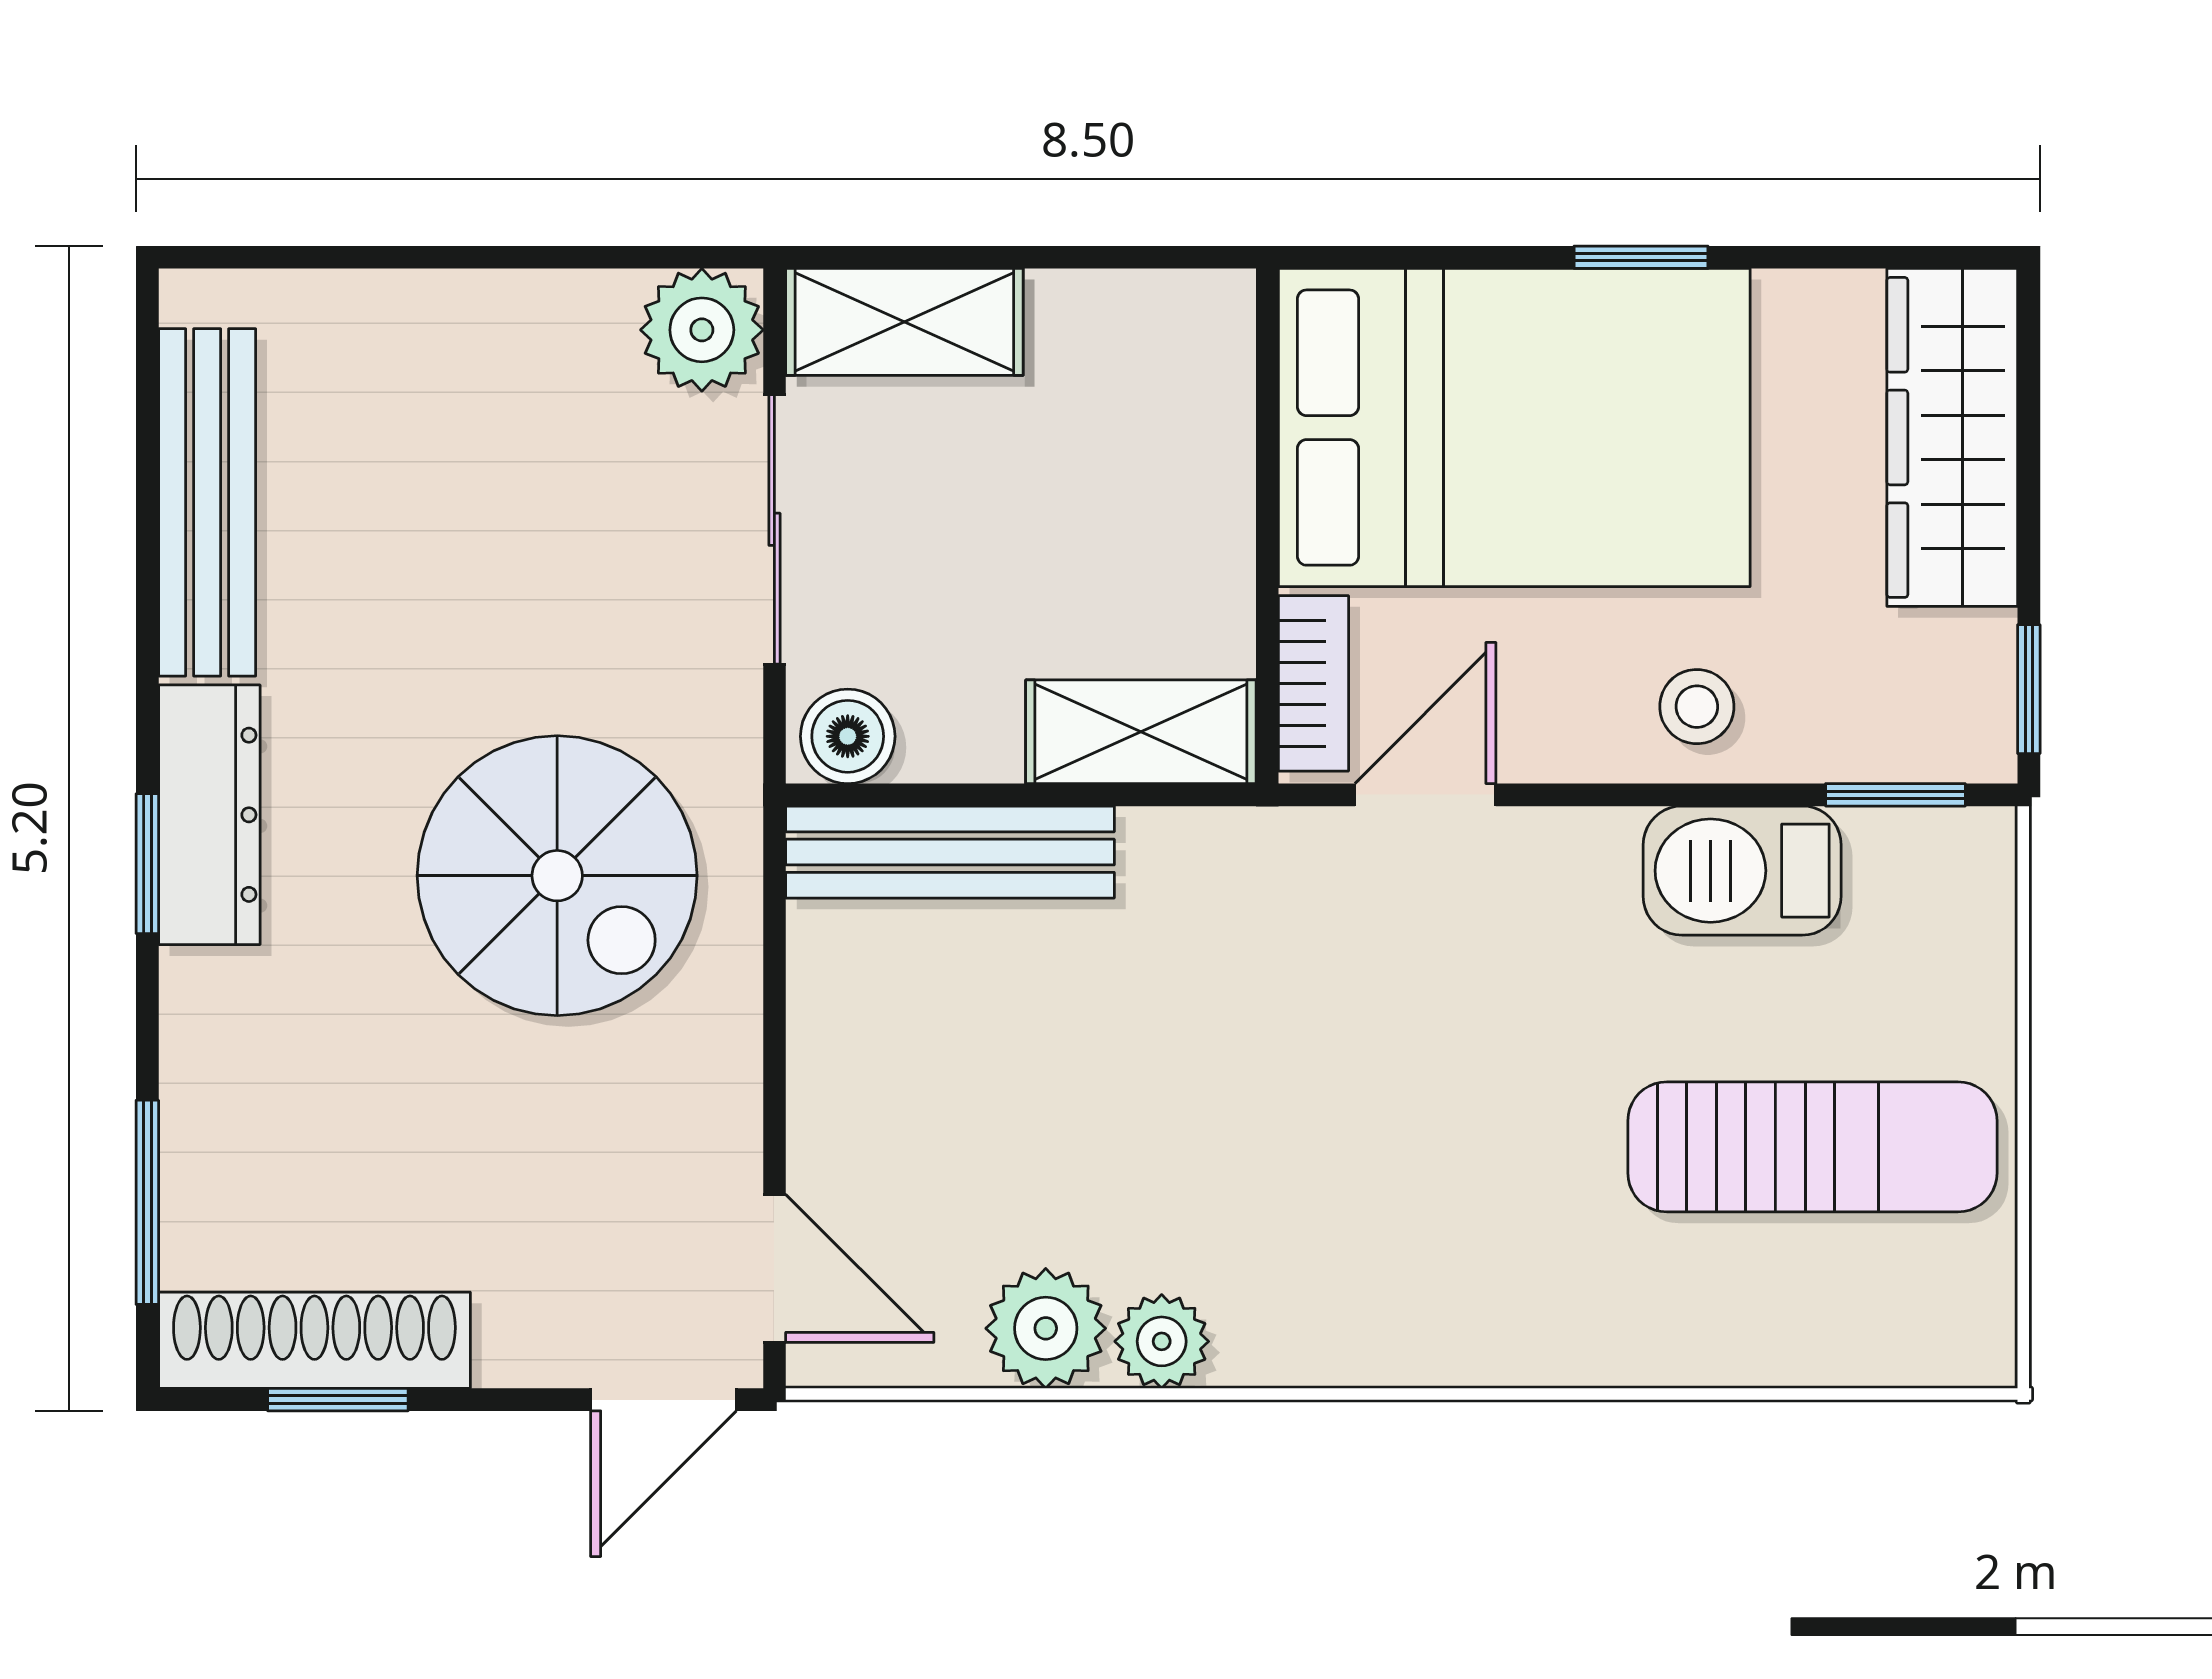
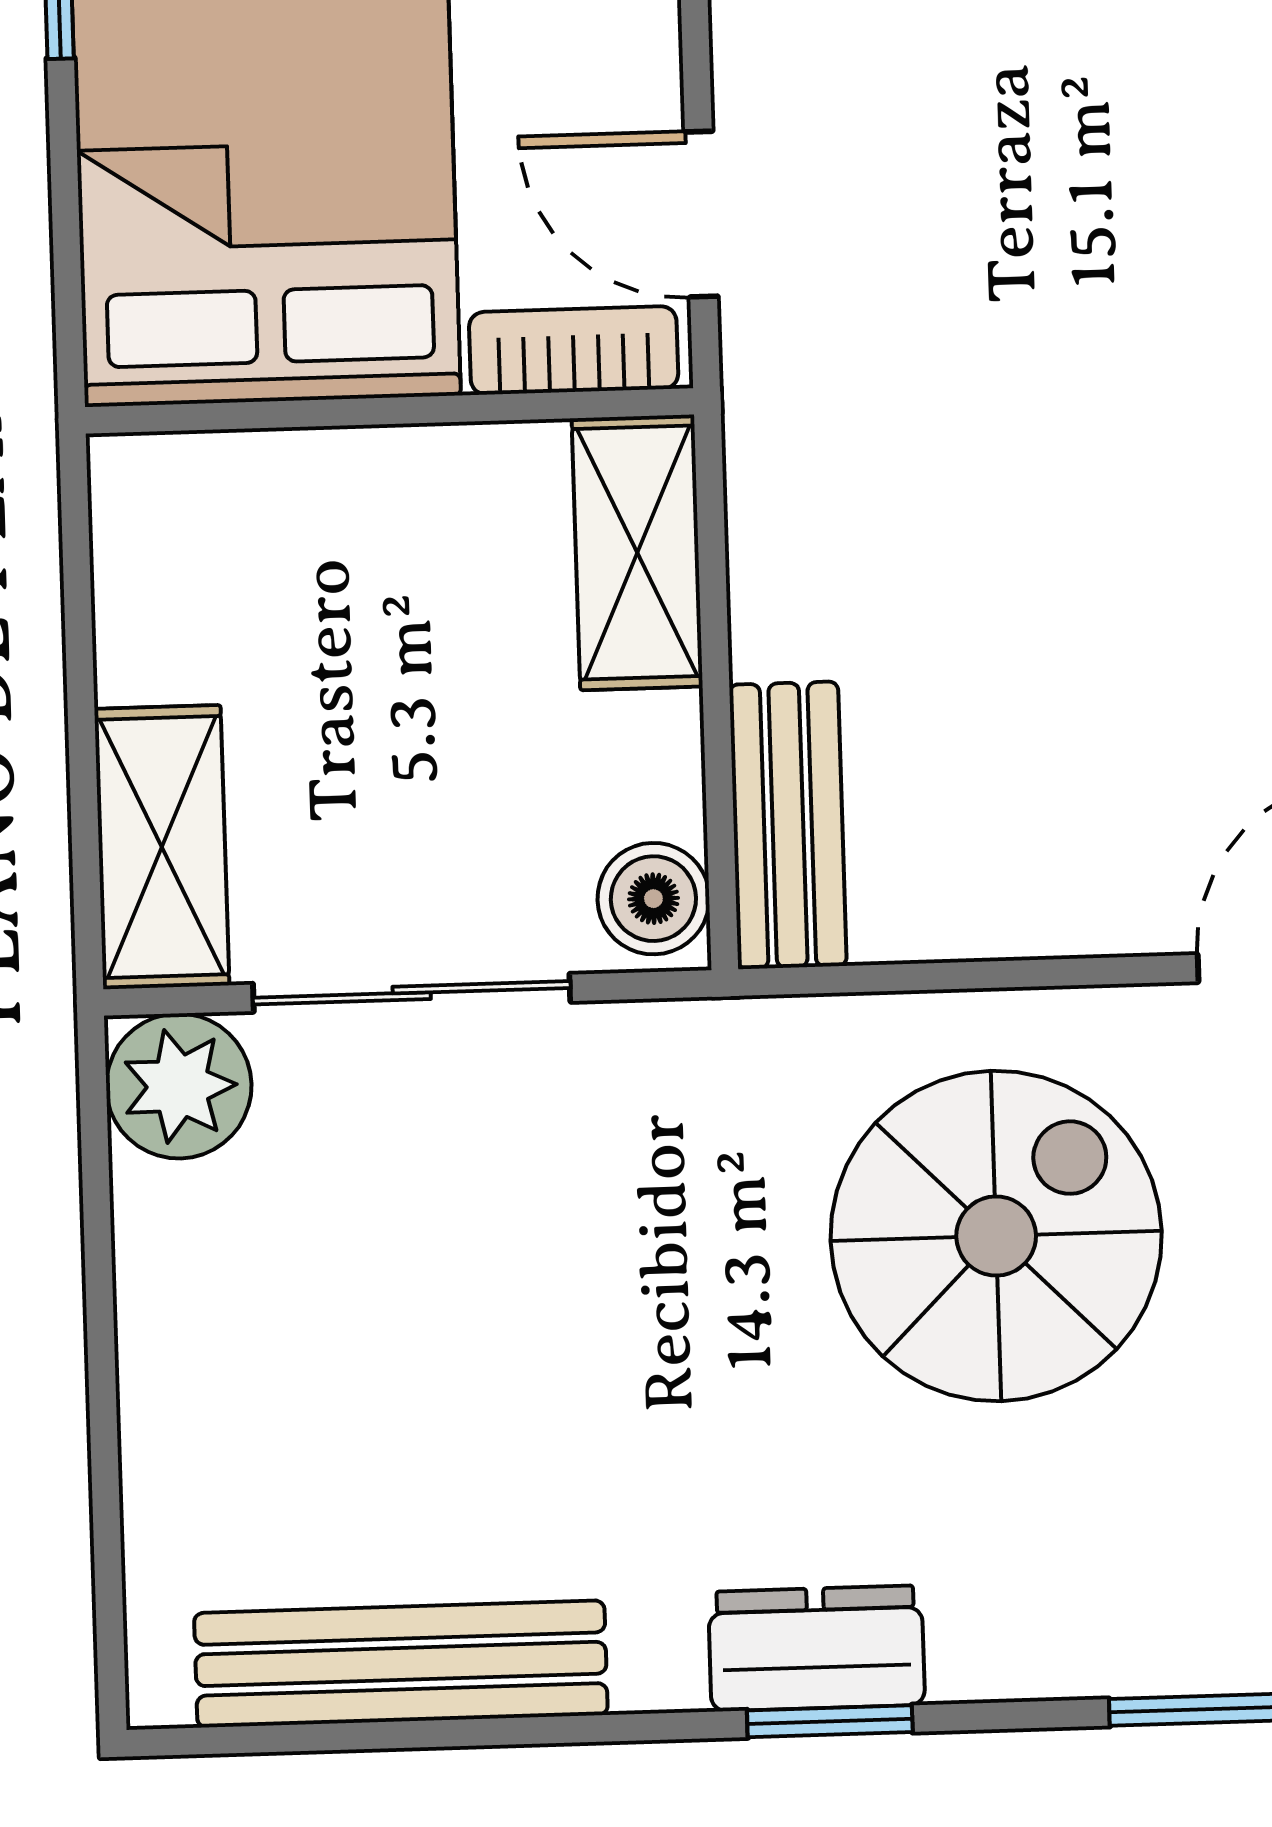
dresser: (209, 815) -> (816, 1648), width x0.70
bench: (950, 852) -> (788, 825), width x0.73
spiral stairs: (557, 876) -> (996, 1236), moved

